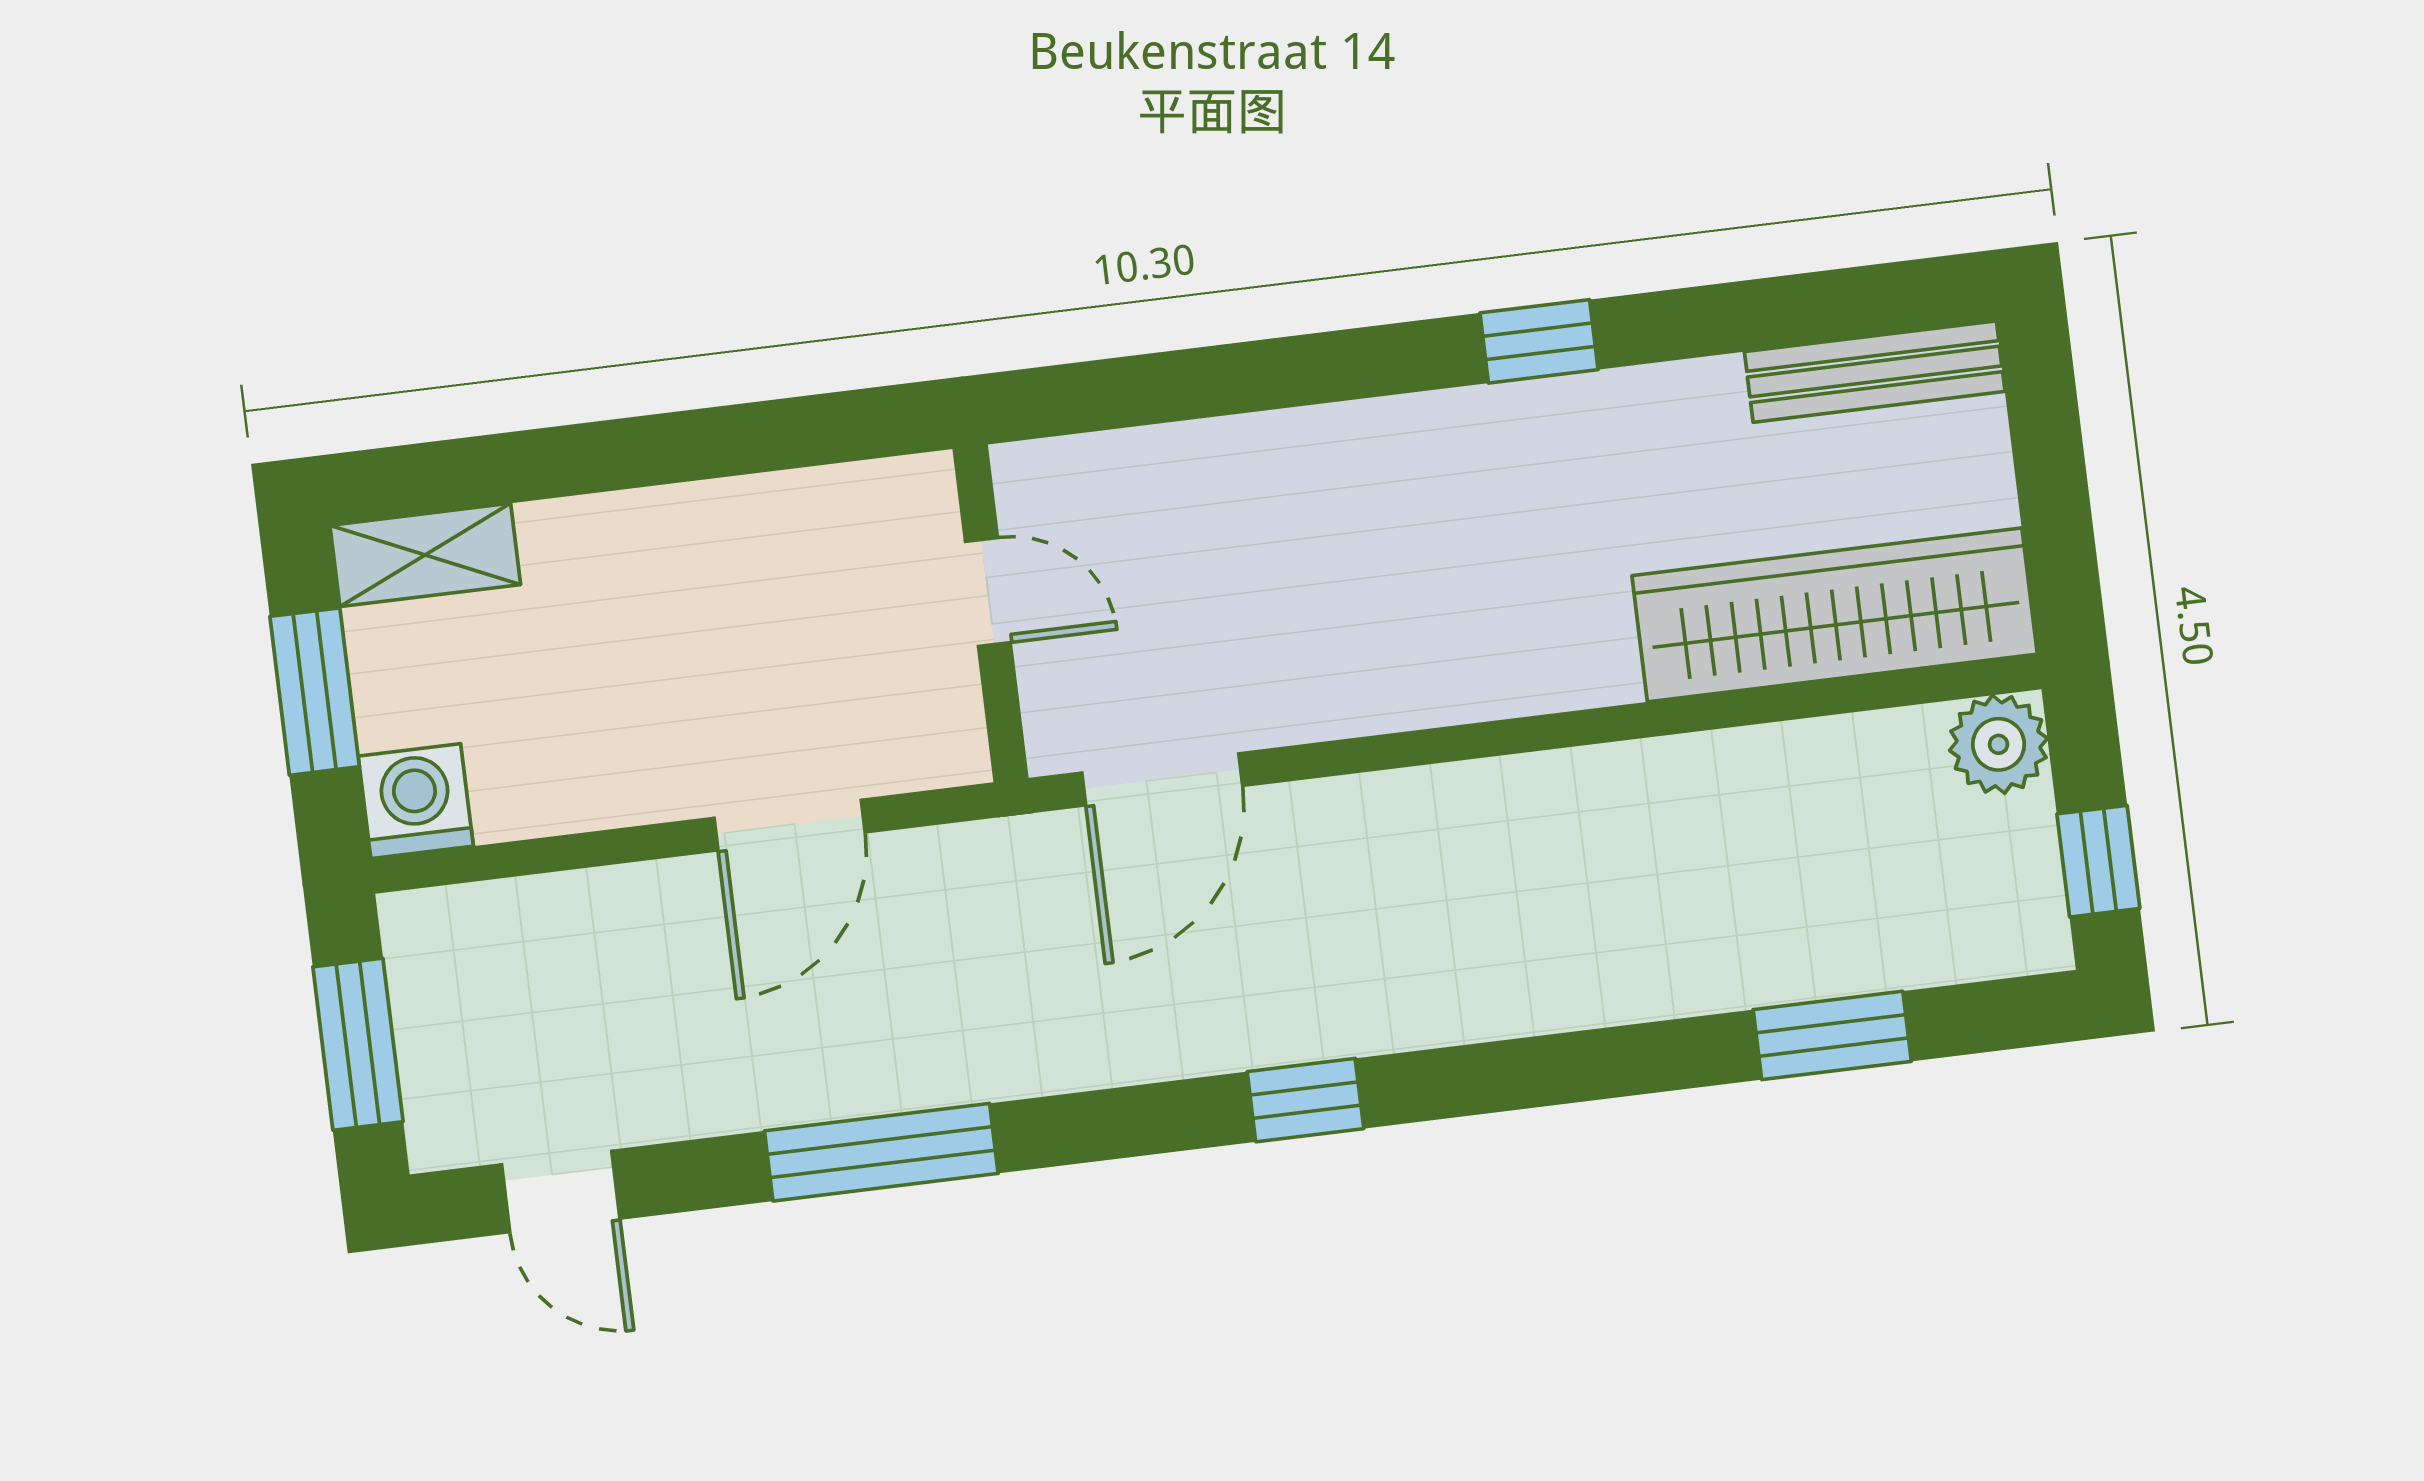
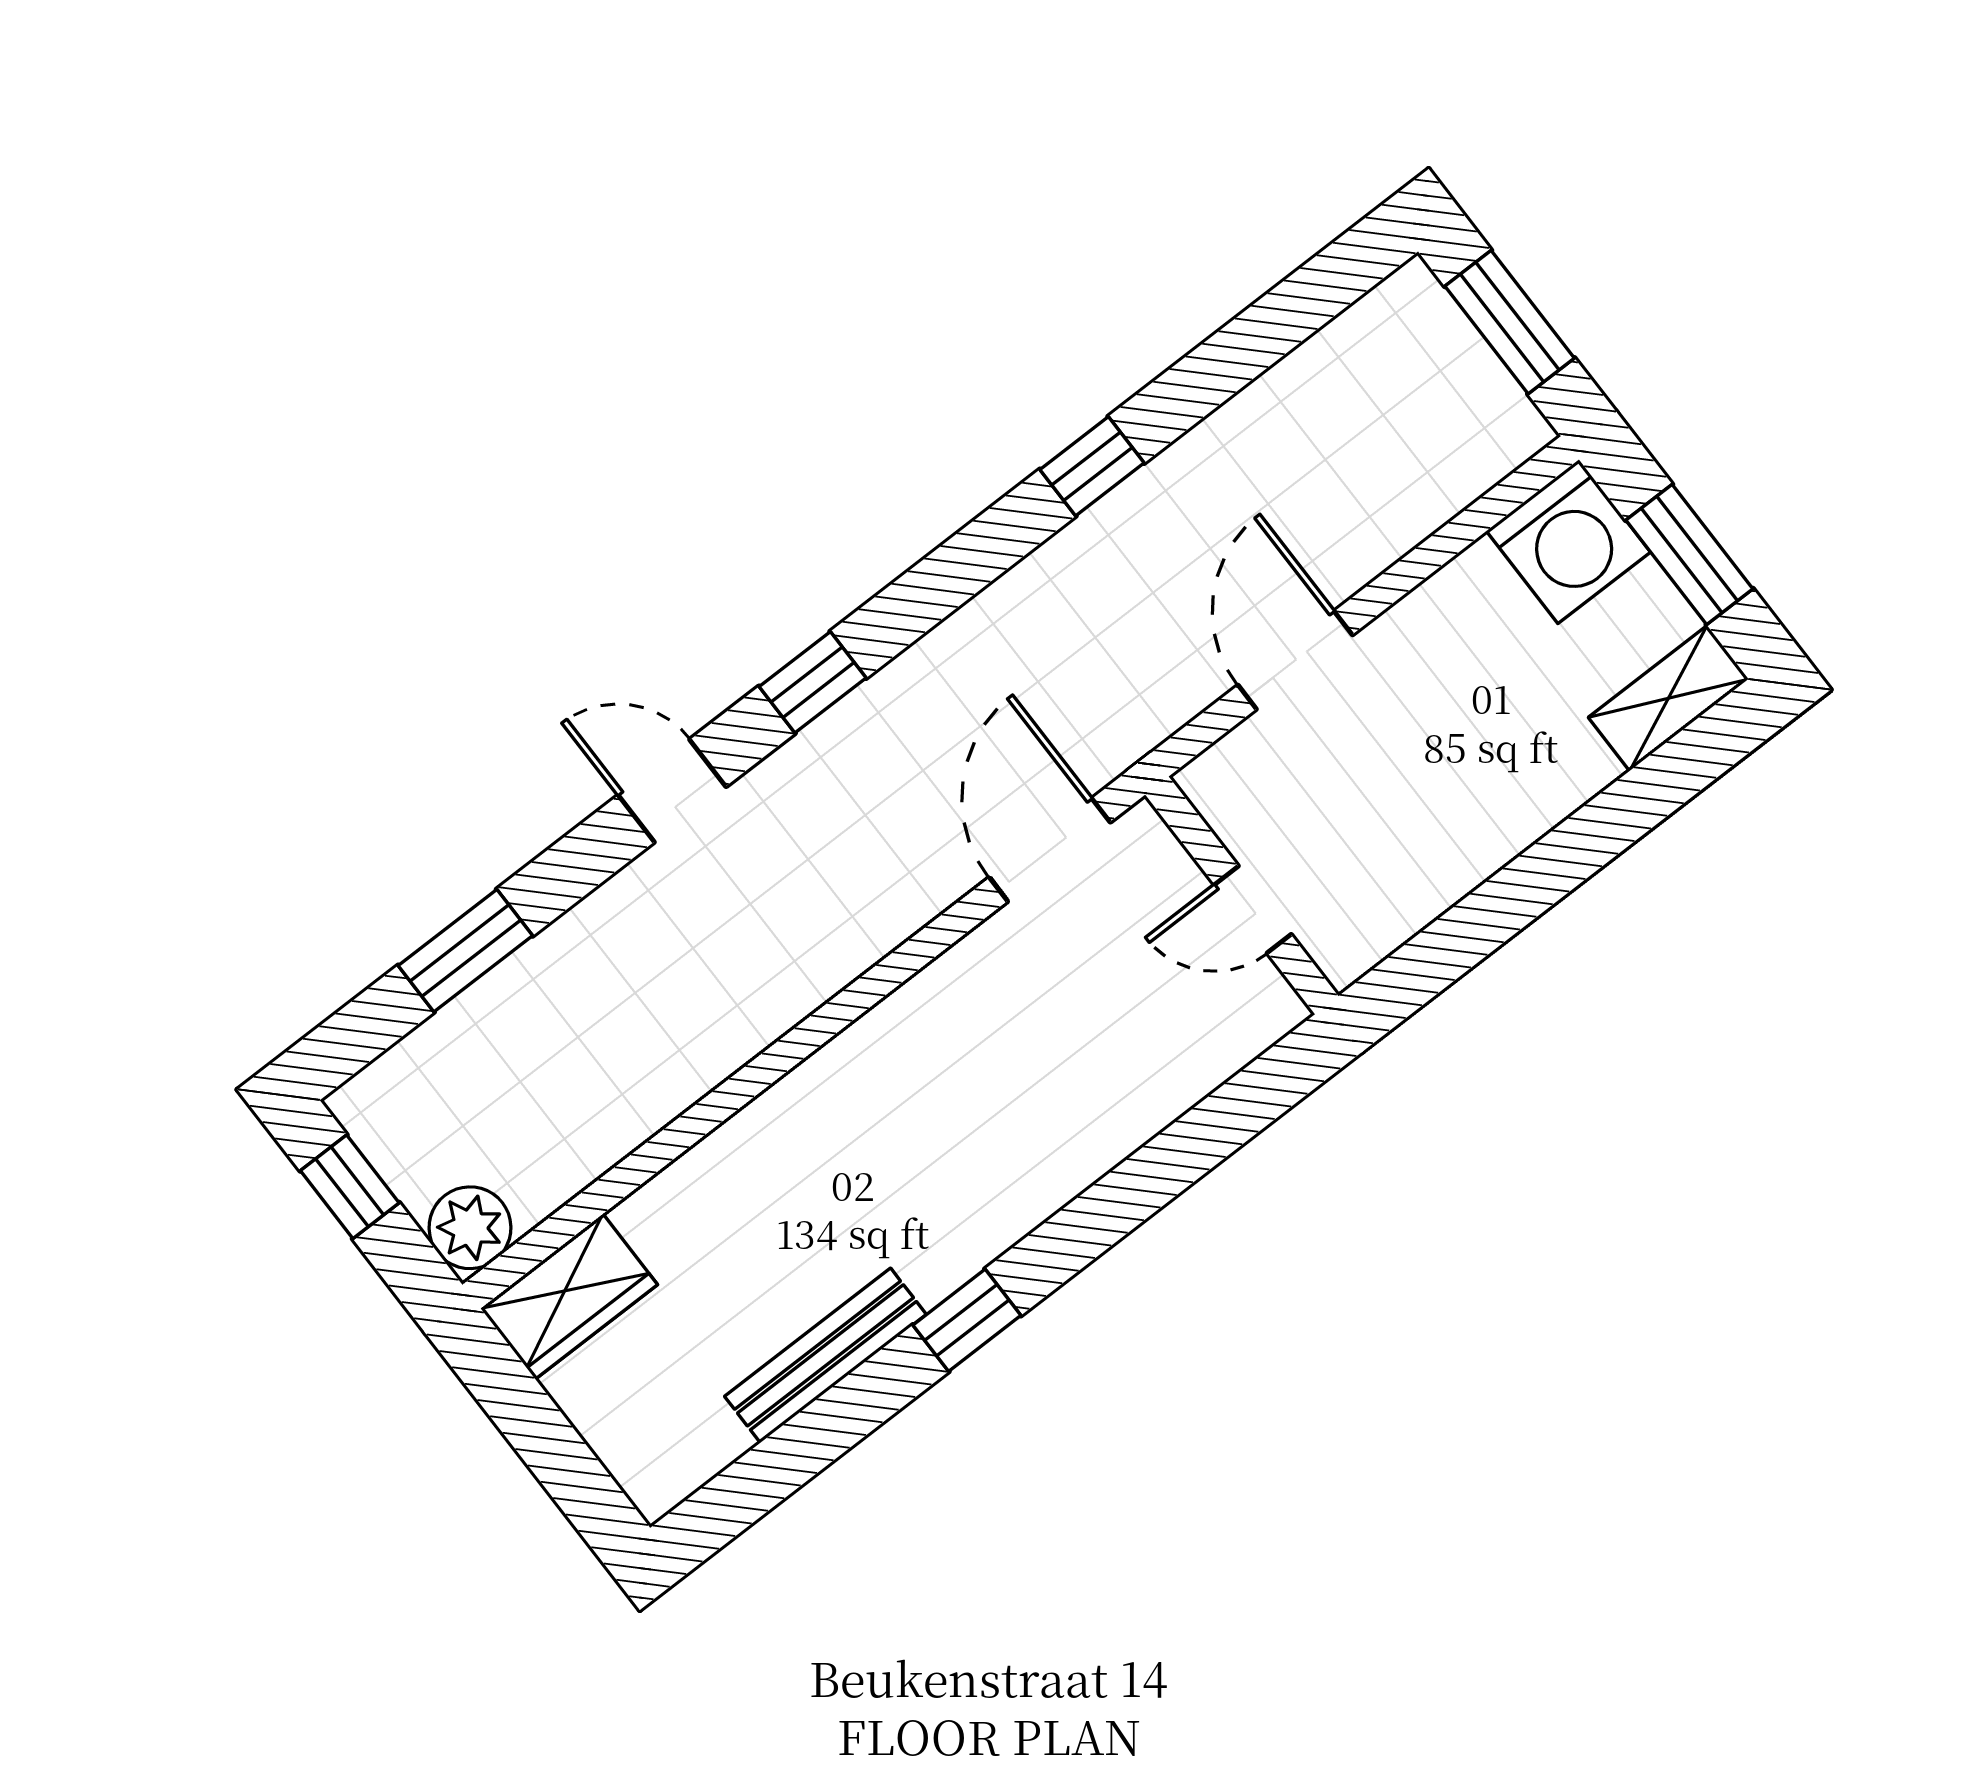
bench: (1875, 372) -> (825, 1355), moved
wardrobe: (1835, 615) -> (569, 1296), width x0.48, depth x0.85
washing machine: (416, 801) -> (1568, 542), width x1.37, depth x1.37
window: (881, 1152) -> (1092, 466), width x0.46
door: (561, 1192) -> (672, 791), moved

